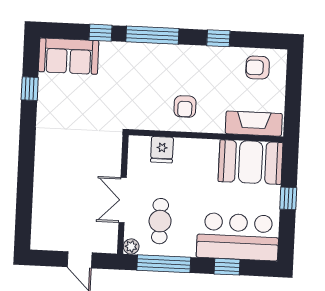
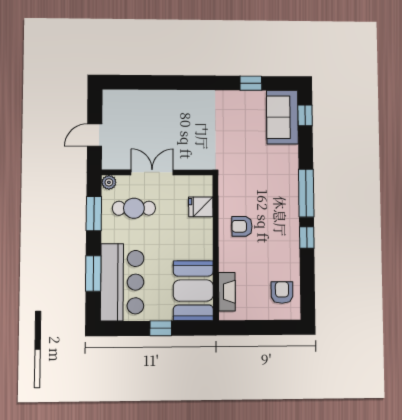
window: (100, 33) -> (305, 115), moved
window: (218, 38) -> (307, 237), moved
fireplace: (254, 124) -> (227, 292), width x0.73, depth x0.76
window: (164, 264) -> (94, 214), width x0.69
window: (227, 267) -> (93, 273), width x1.50

